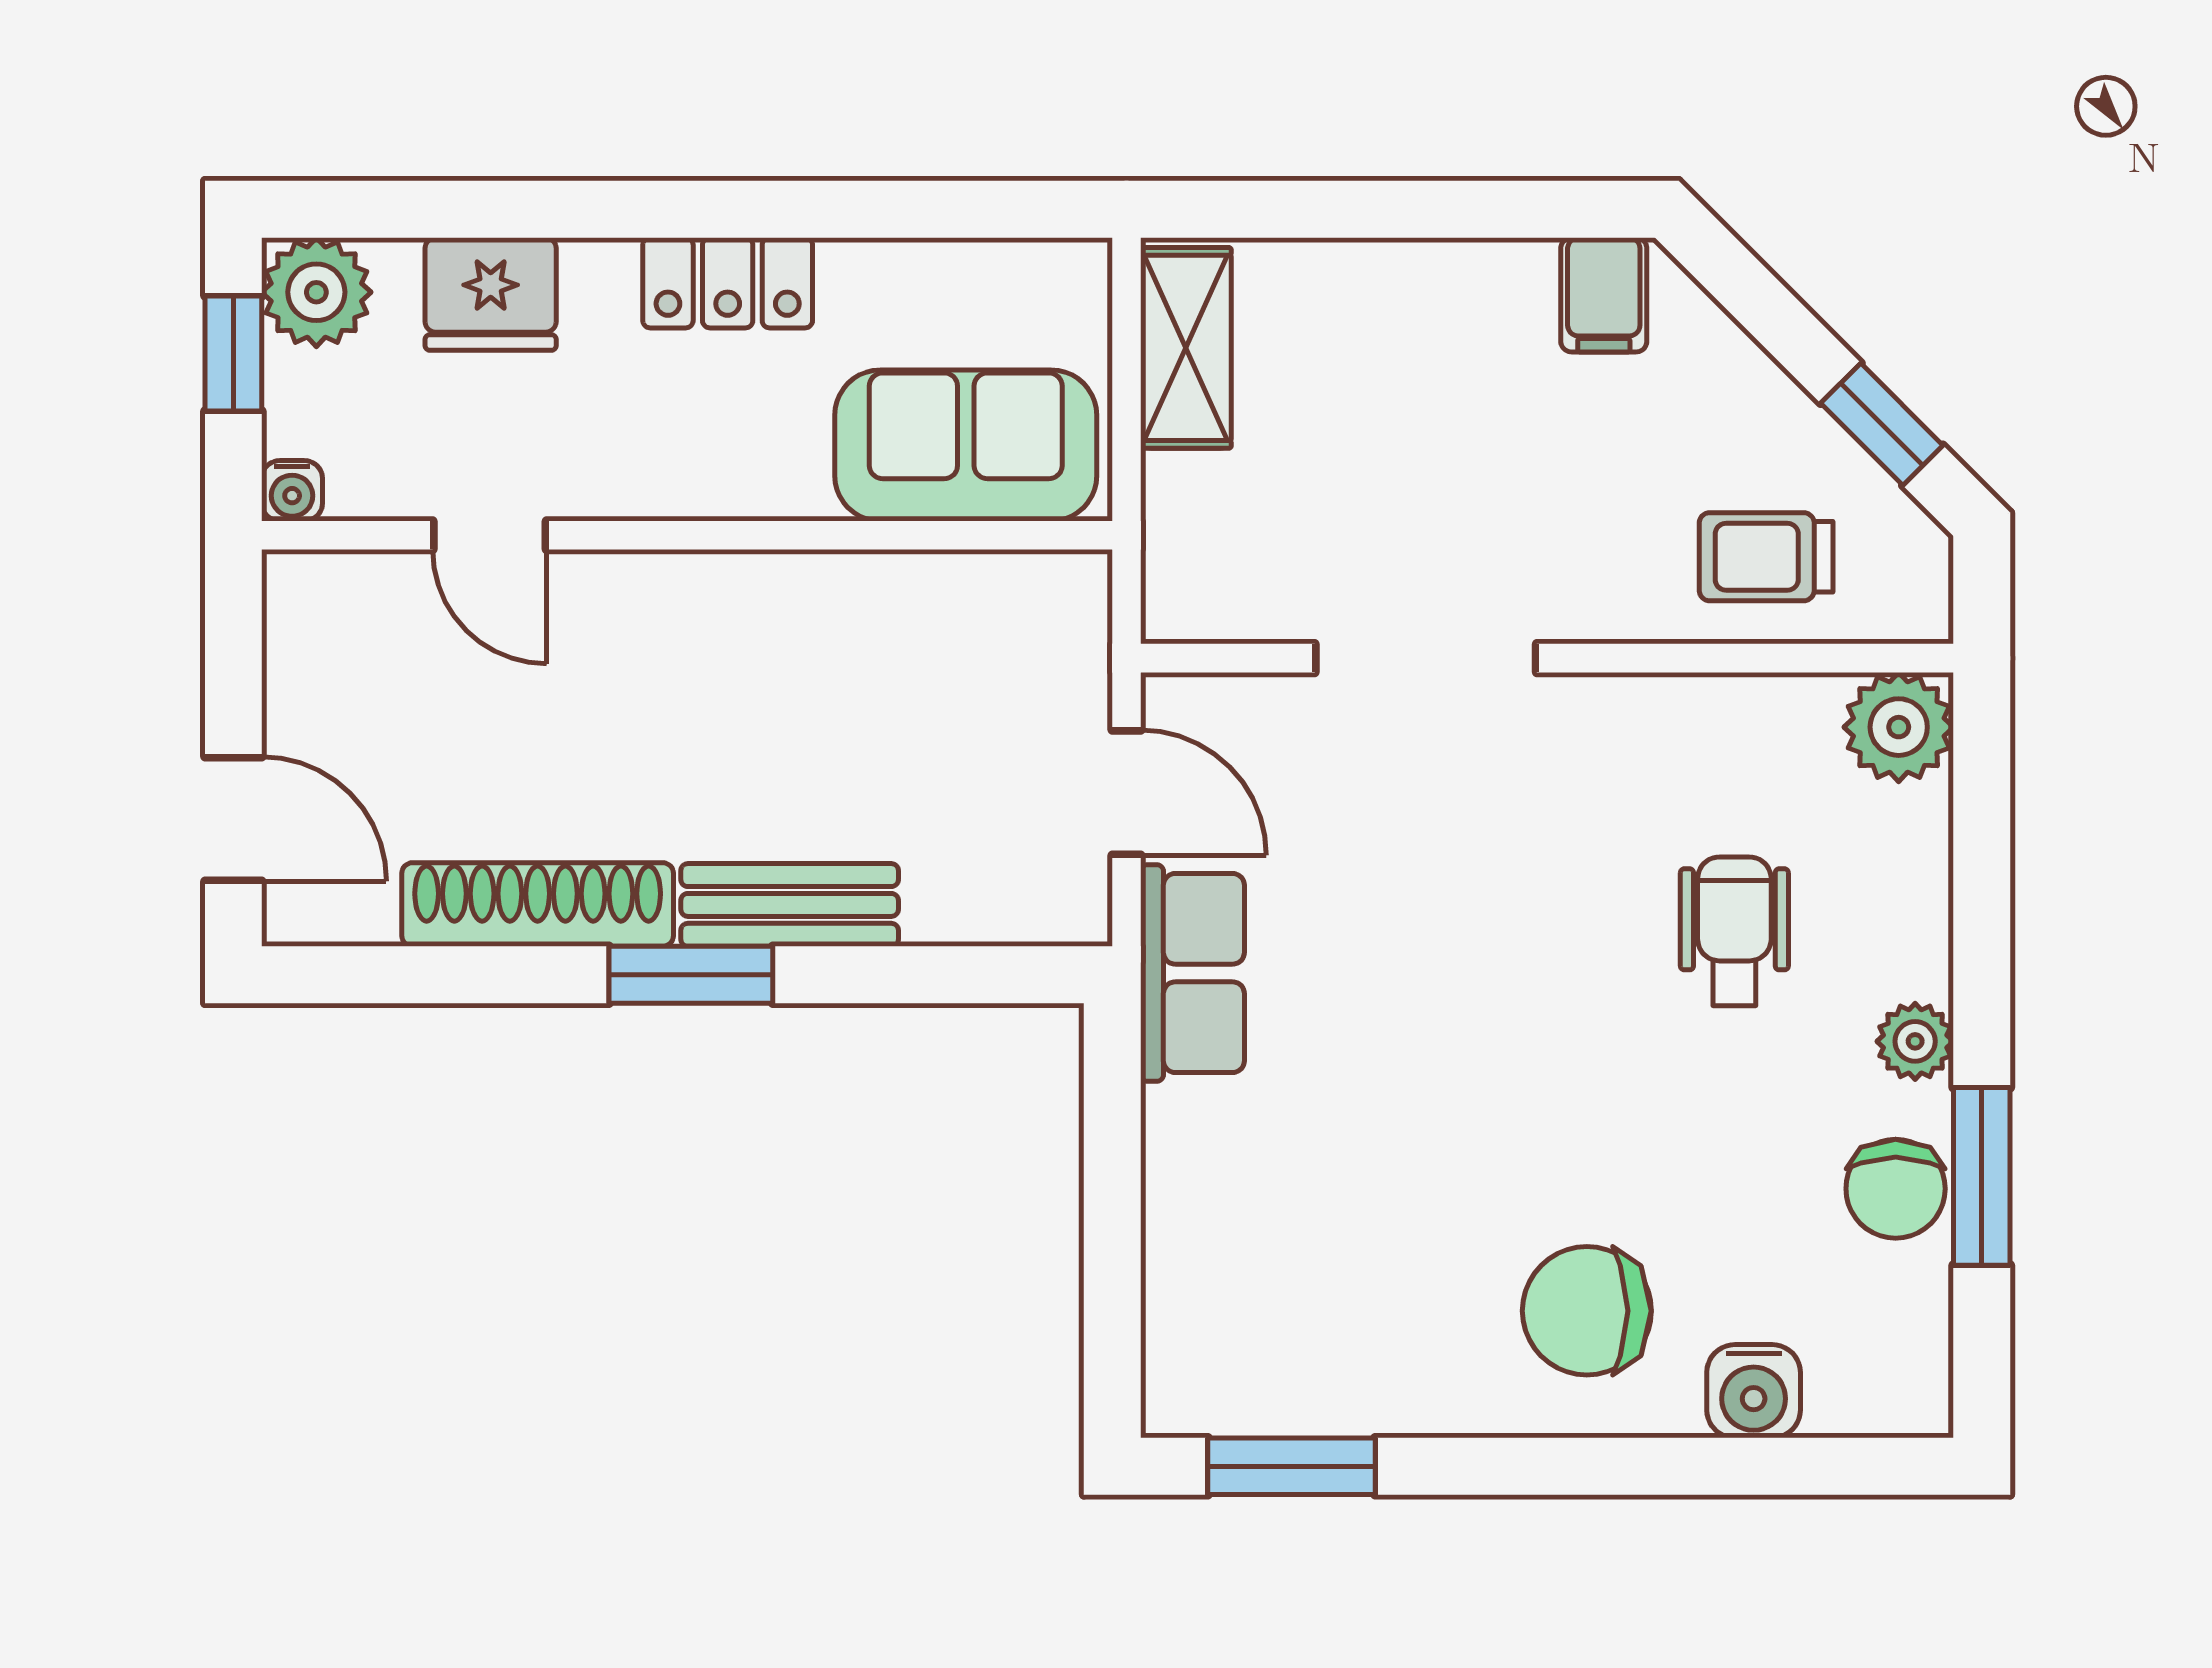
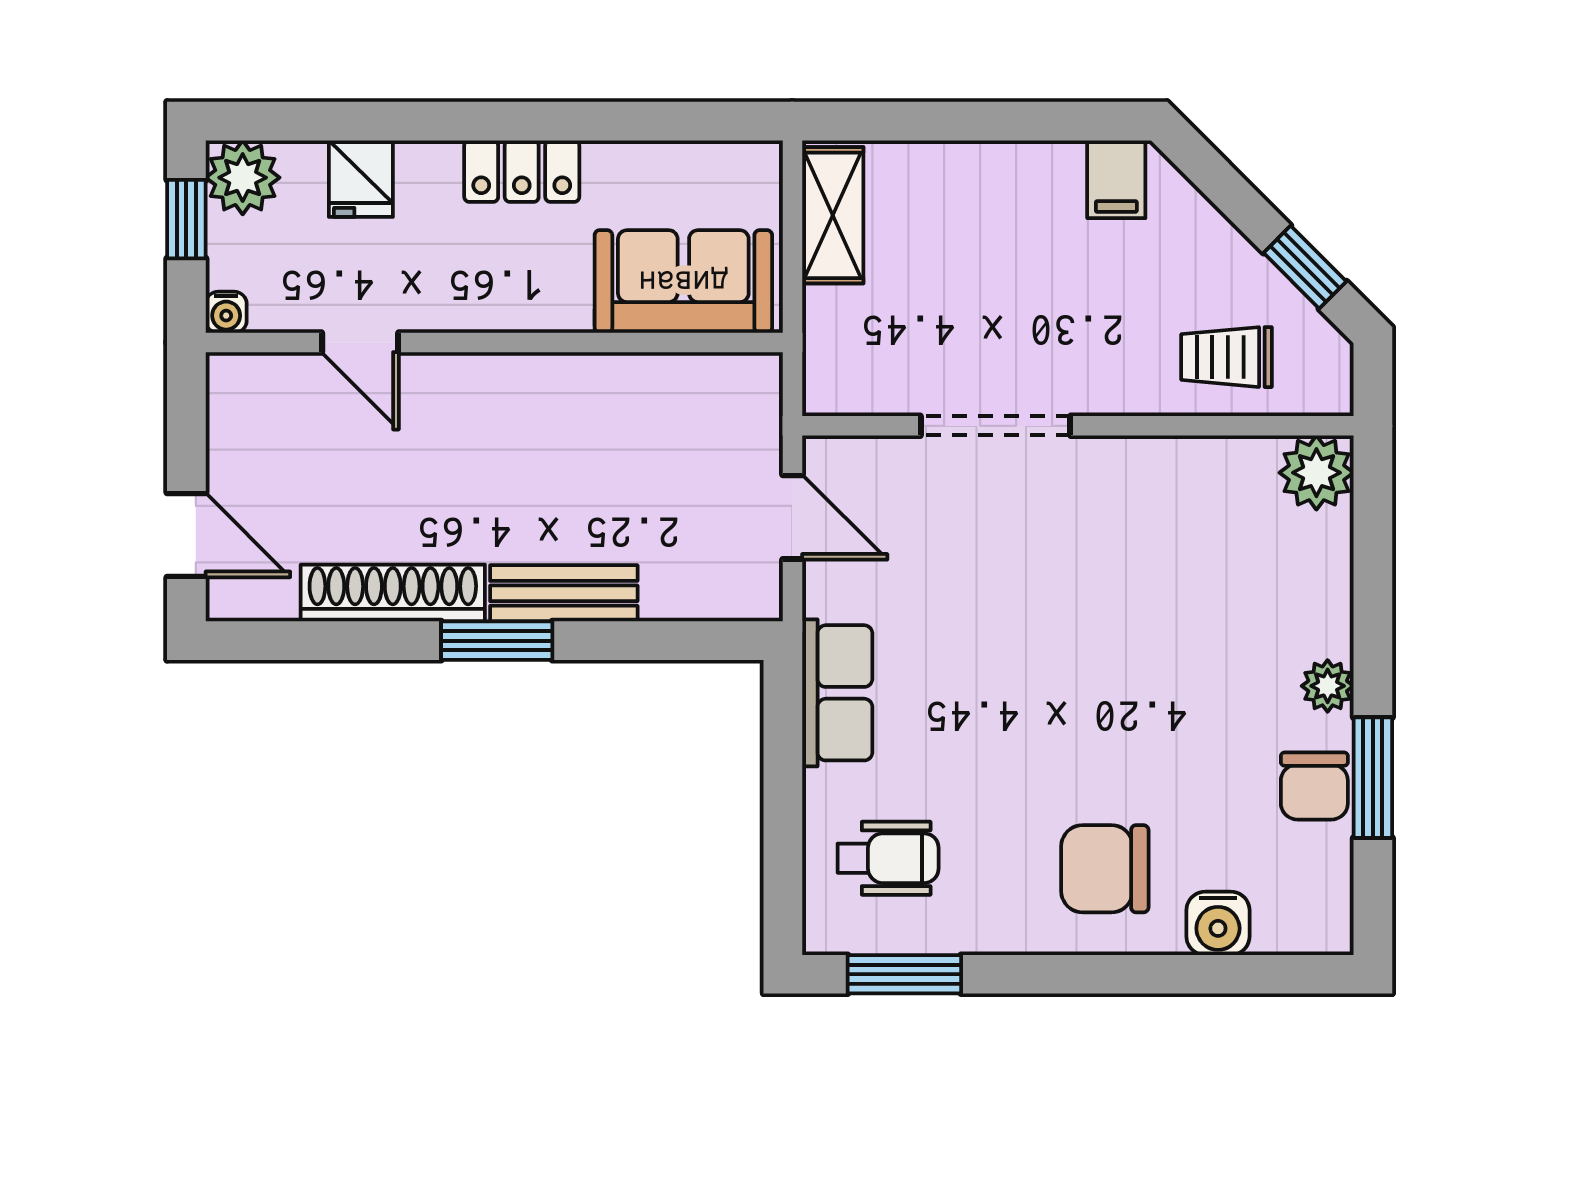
fridge: (491, 294) -> (361, 179), width x0.72
wheelchair: (1734, 931) -> (888, 858), moved, turned 90
row of seats: (1193, 973) -> (837, 693), moved

